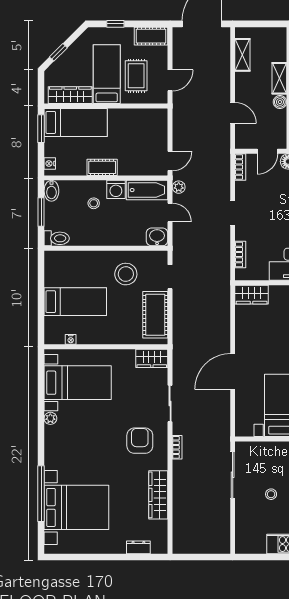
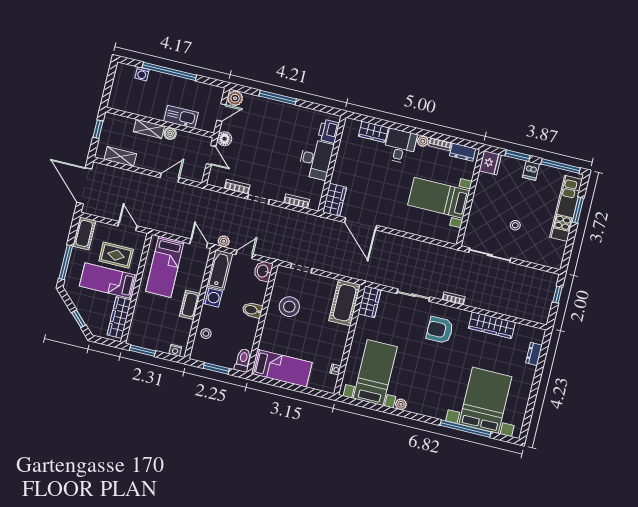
window: (115, 24) -> (66, 262), width x2.17
window: (266, 24) -> (98, 129), added
bed: (76, 122) -> (165, 267), moved, turned 180
bookcase: (240, 167) -> (237, 187), moved
bidet: (51, 191) -> (252, 310), moved, turned 180
stool: (94, 203) -> (206, 334), moved
bed: (75, 302) -> (282, 368), moved, turned 90
cot: (155, 315) -> (345, 303), moved, turned 90
door: (233, 371) -> (361, 224), moved
window: (208, 557) -> (557, 295), added

